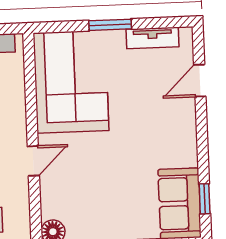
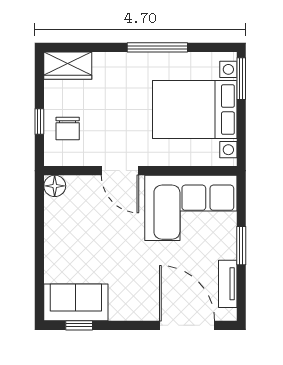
door: (200, 81) -> (187, 325), width x1.87
door: (33, 161) -> (120, 171), width x1.37

